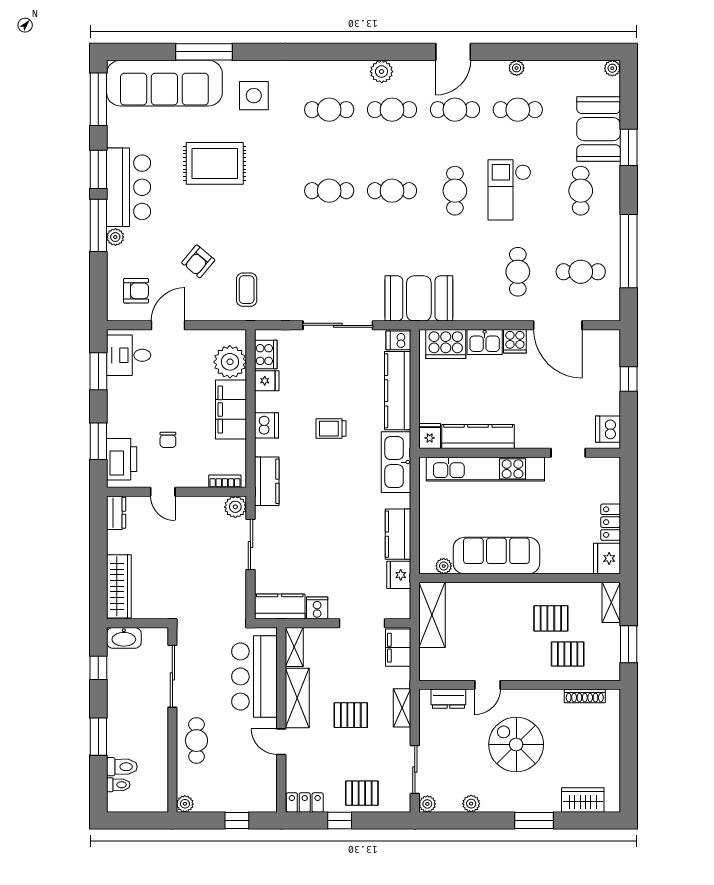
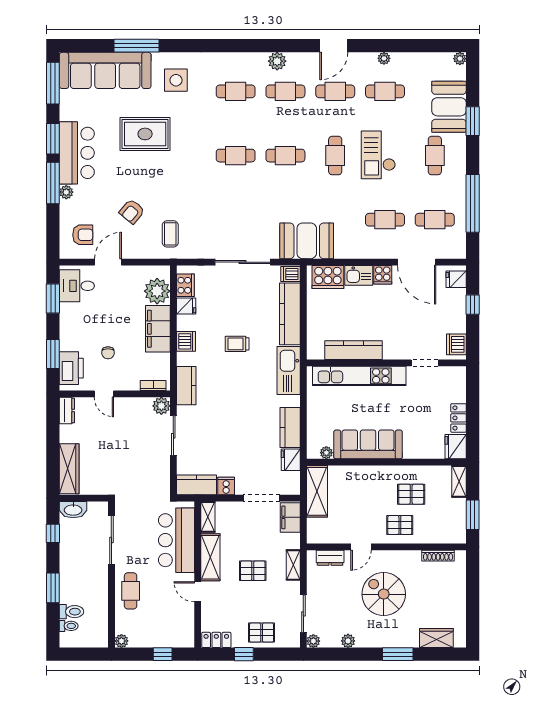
cafe table: (518, 272) -> (385, 220), turned 90
fridge: (430, 436) -> (456, 279), moved, turned -90
pallet: (568, 654) -> (400, 525), moved

